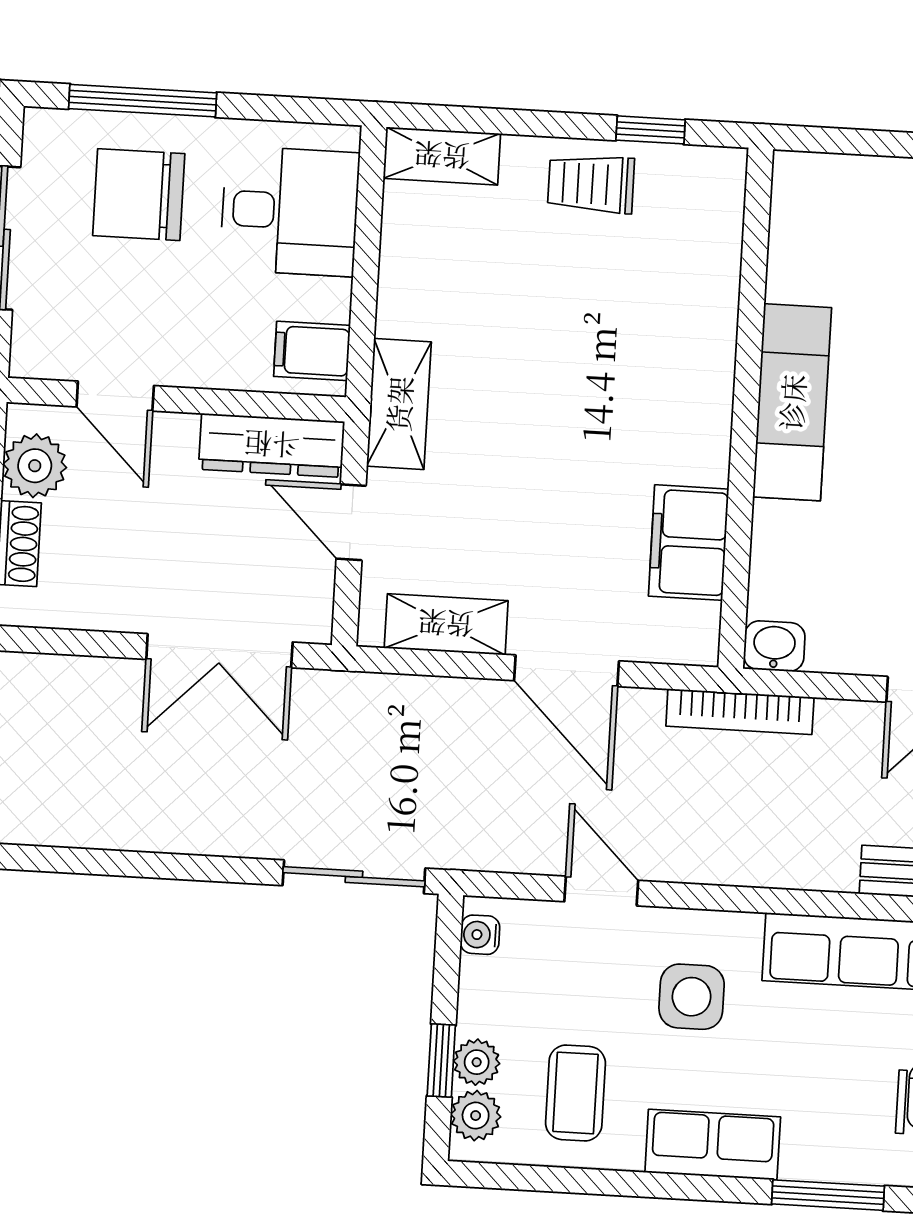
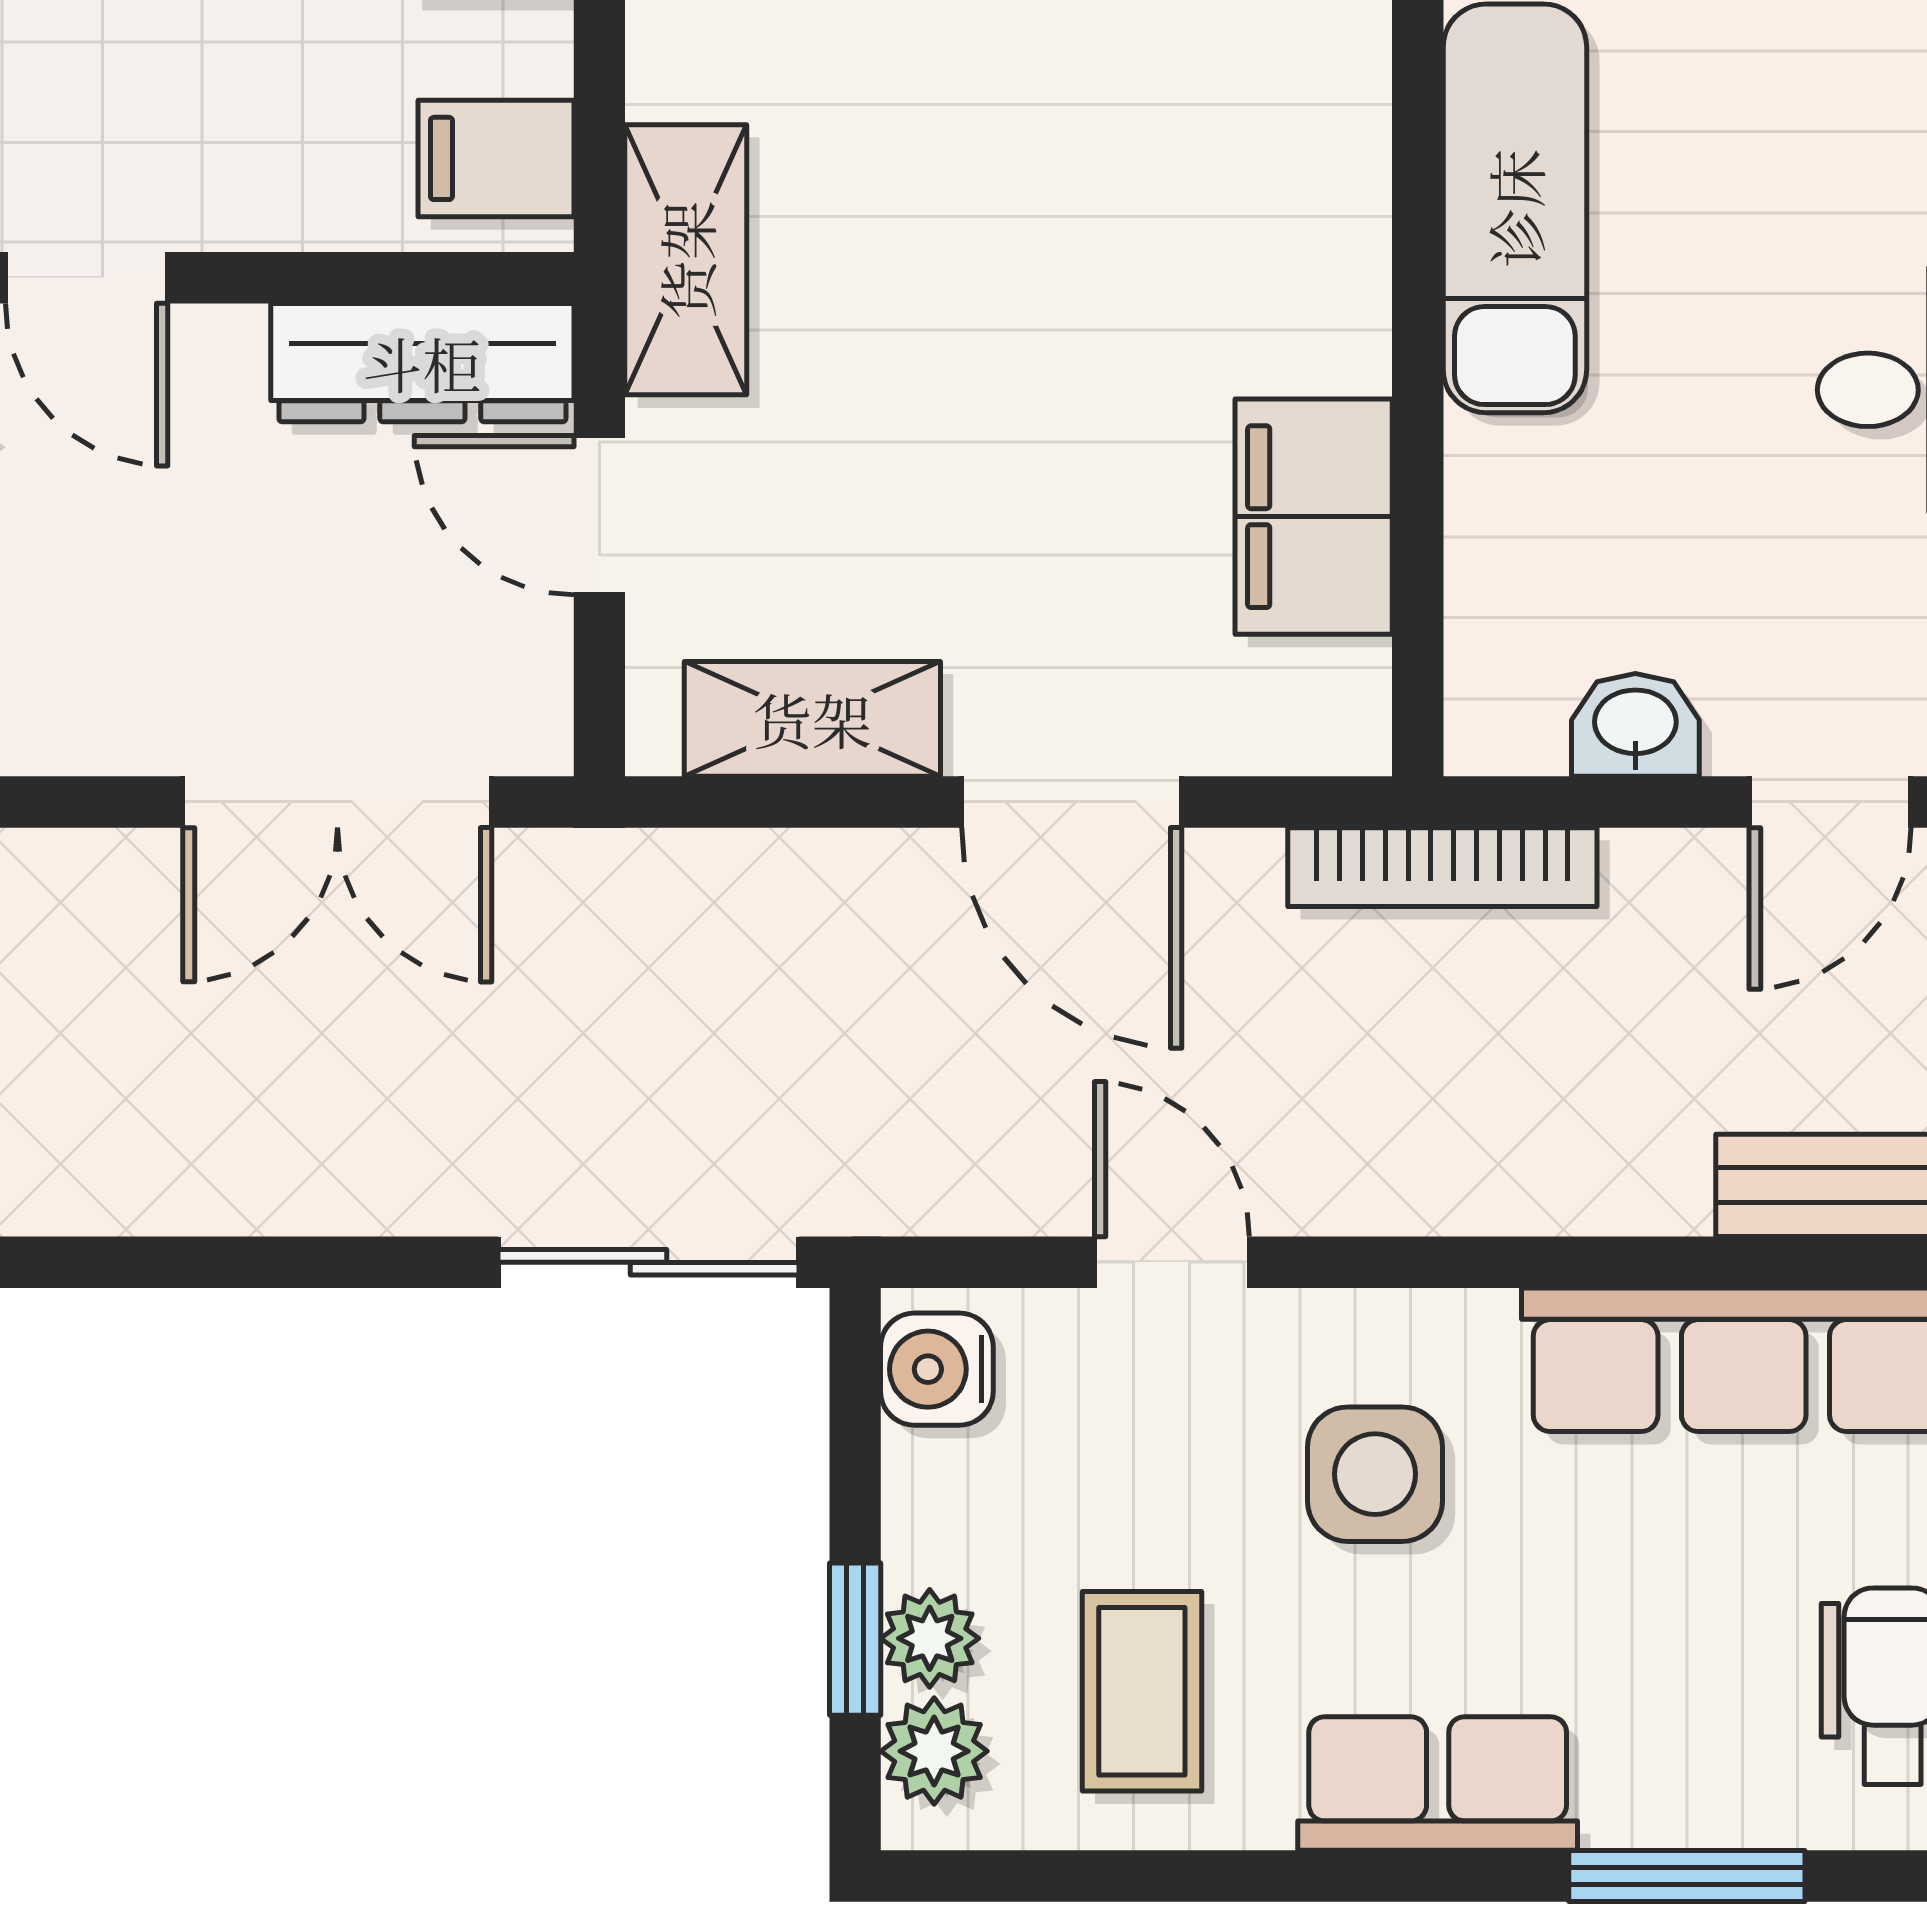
washbasin: (774, 646) -> (1635, 725), moved
water cooler: (480, 935) -> (937, 1369), width x1.38, depth x1.38

